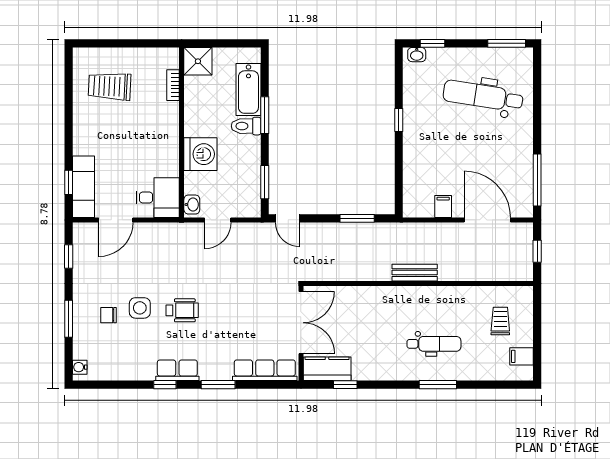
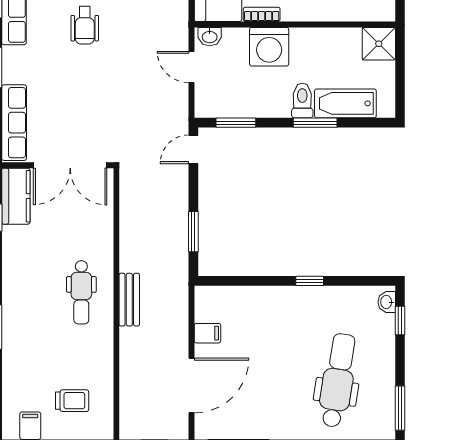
bookcase: (173, 85) -> (262, 14), moved
dental chair: (434, 344) -> (81, 292), moved

